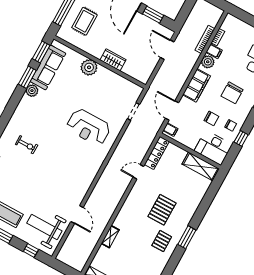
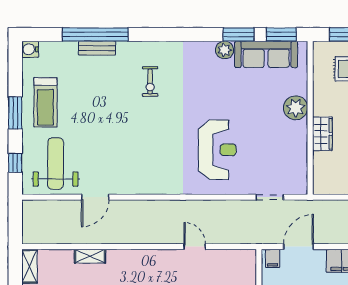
reception desk: (89, 127) -> (217, 150), turned 180
locker: (157, 153) -> (232, 257), removed

